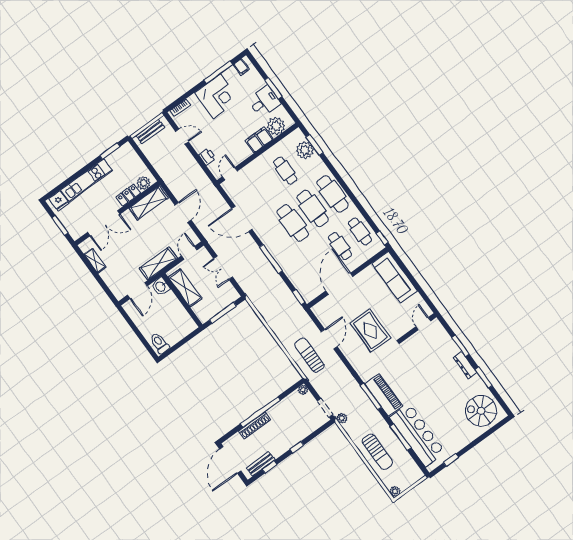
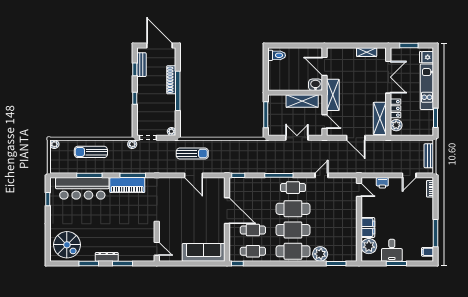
corner desk: (217, 96) -> (419, 220), removed
plant: (305, 150) -> (320, 254), moved
cafe table: (285, 171) -> (293, 188), moved
door: (242, 219) -> (322, 175), width x0.53
double door: (104, 223) -> (388, 77), swing flipped
rug: (370, 331) -> (179, 208), removed
spiral stairs: (481, 411) -> (67, 245), turned 90

